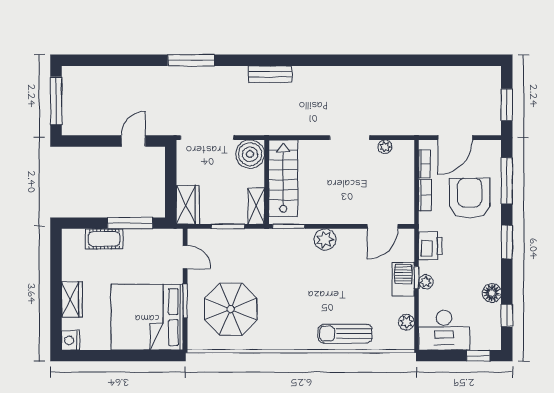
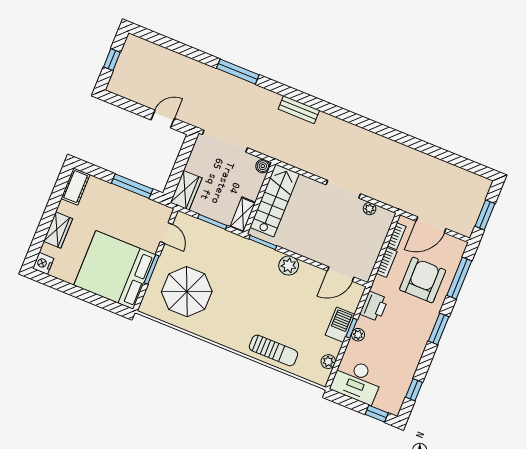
window: (56, 101) -> (112, 60), width x0.46
boiler: (250, 154) -> (263, 166), width x0.54, depth x0.54
cot: (104, 239) -> (75, 187), moved, turned 90
floor lamp: (492, 293) -> (409, 366), removed
sun lounger: (345, 334) -> (273, 350), turned 180

